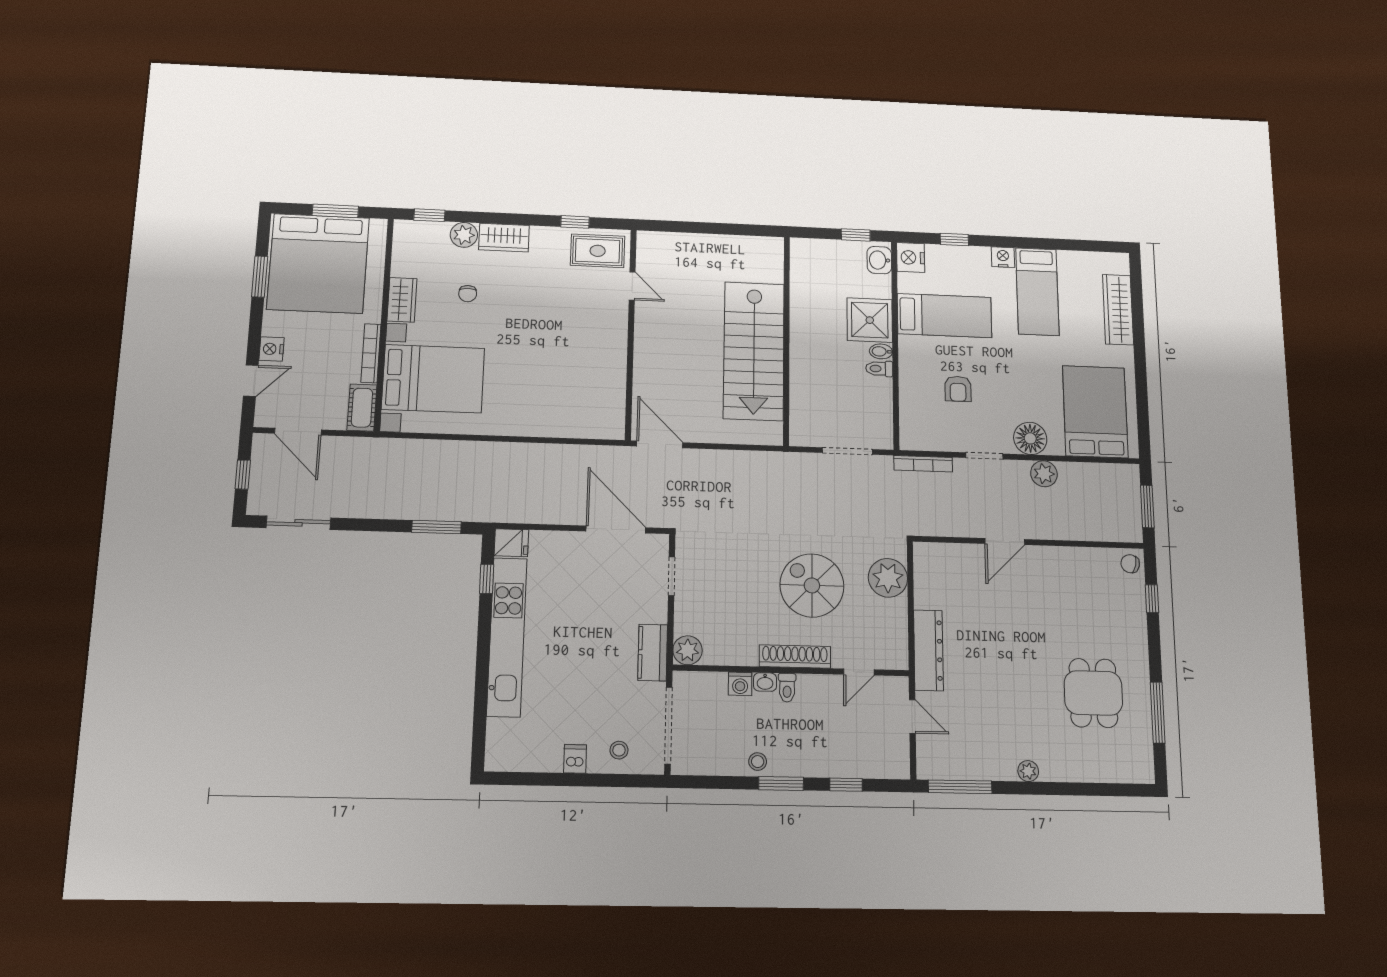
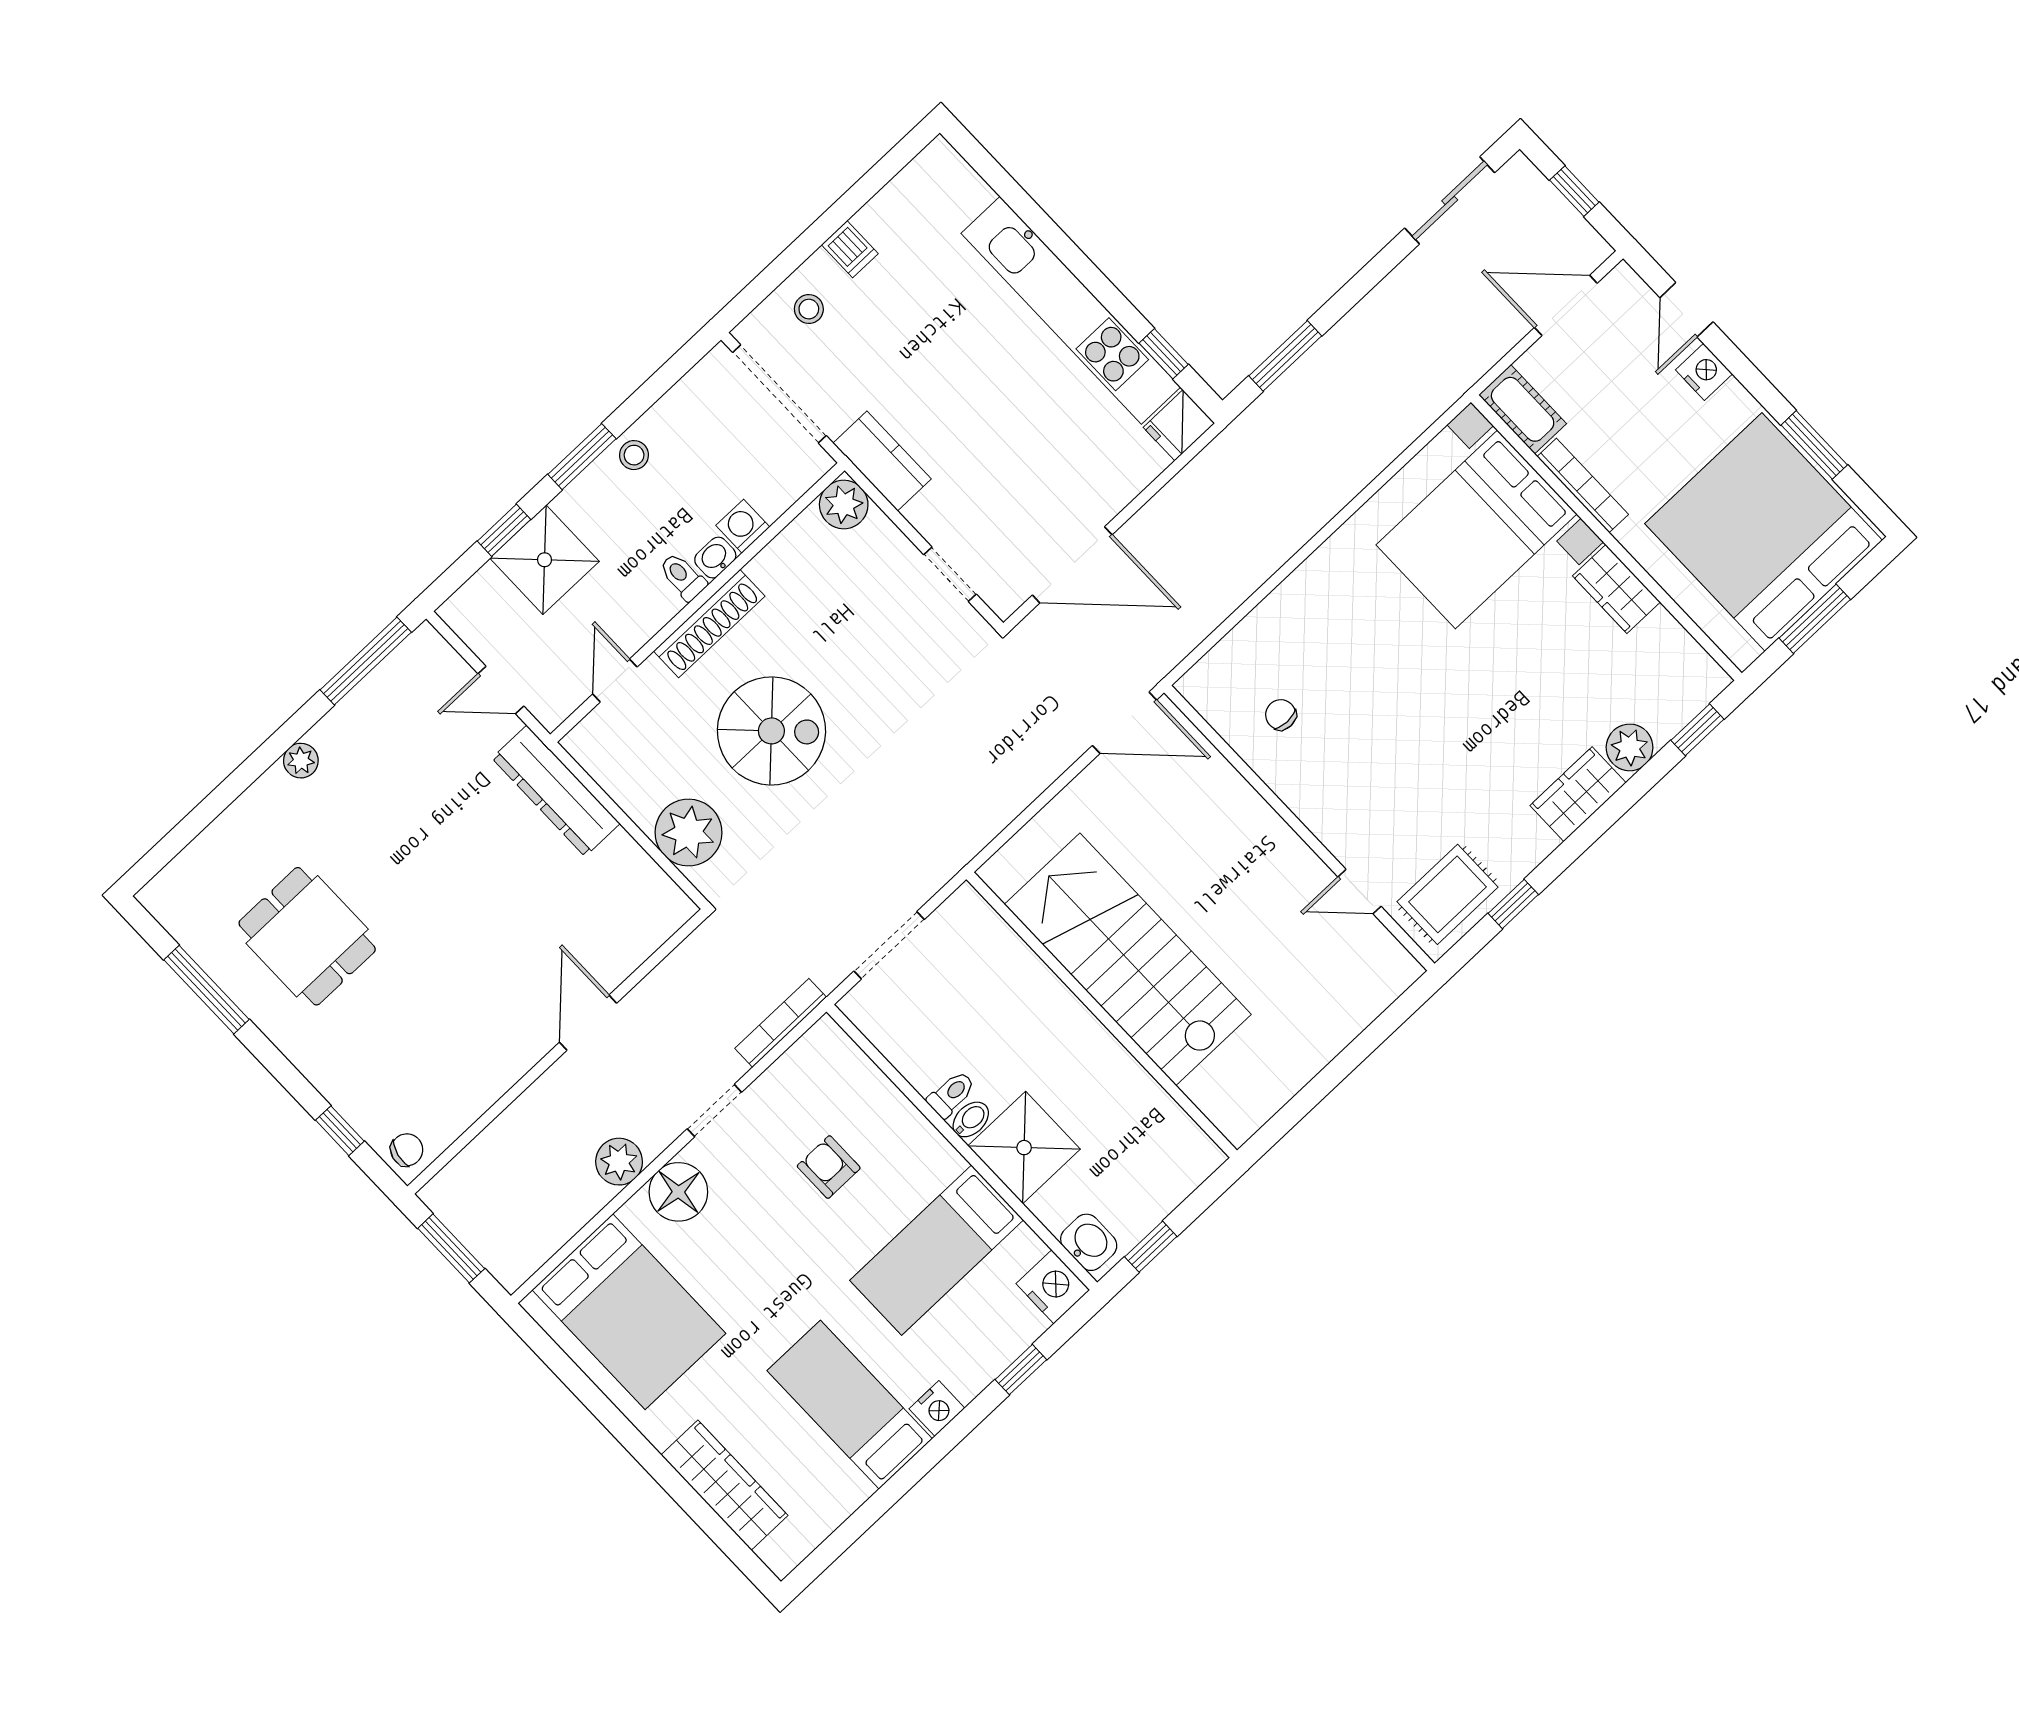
chair: (468, 294) -> (1281, 715), moved
shower: (840, 754) -> (545, 560), added

